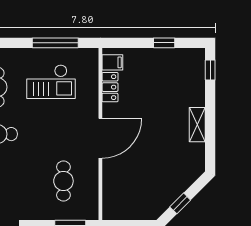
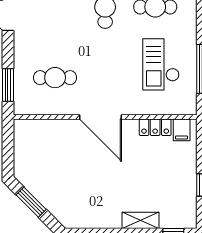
shelving: (197, 125) -> (140, 220), moved
window: (180, 203) -> (31, 202), width x1.50

